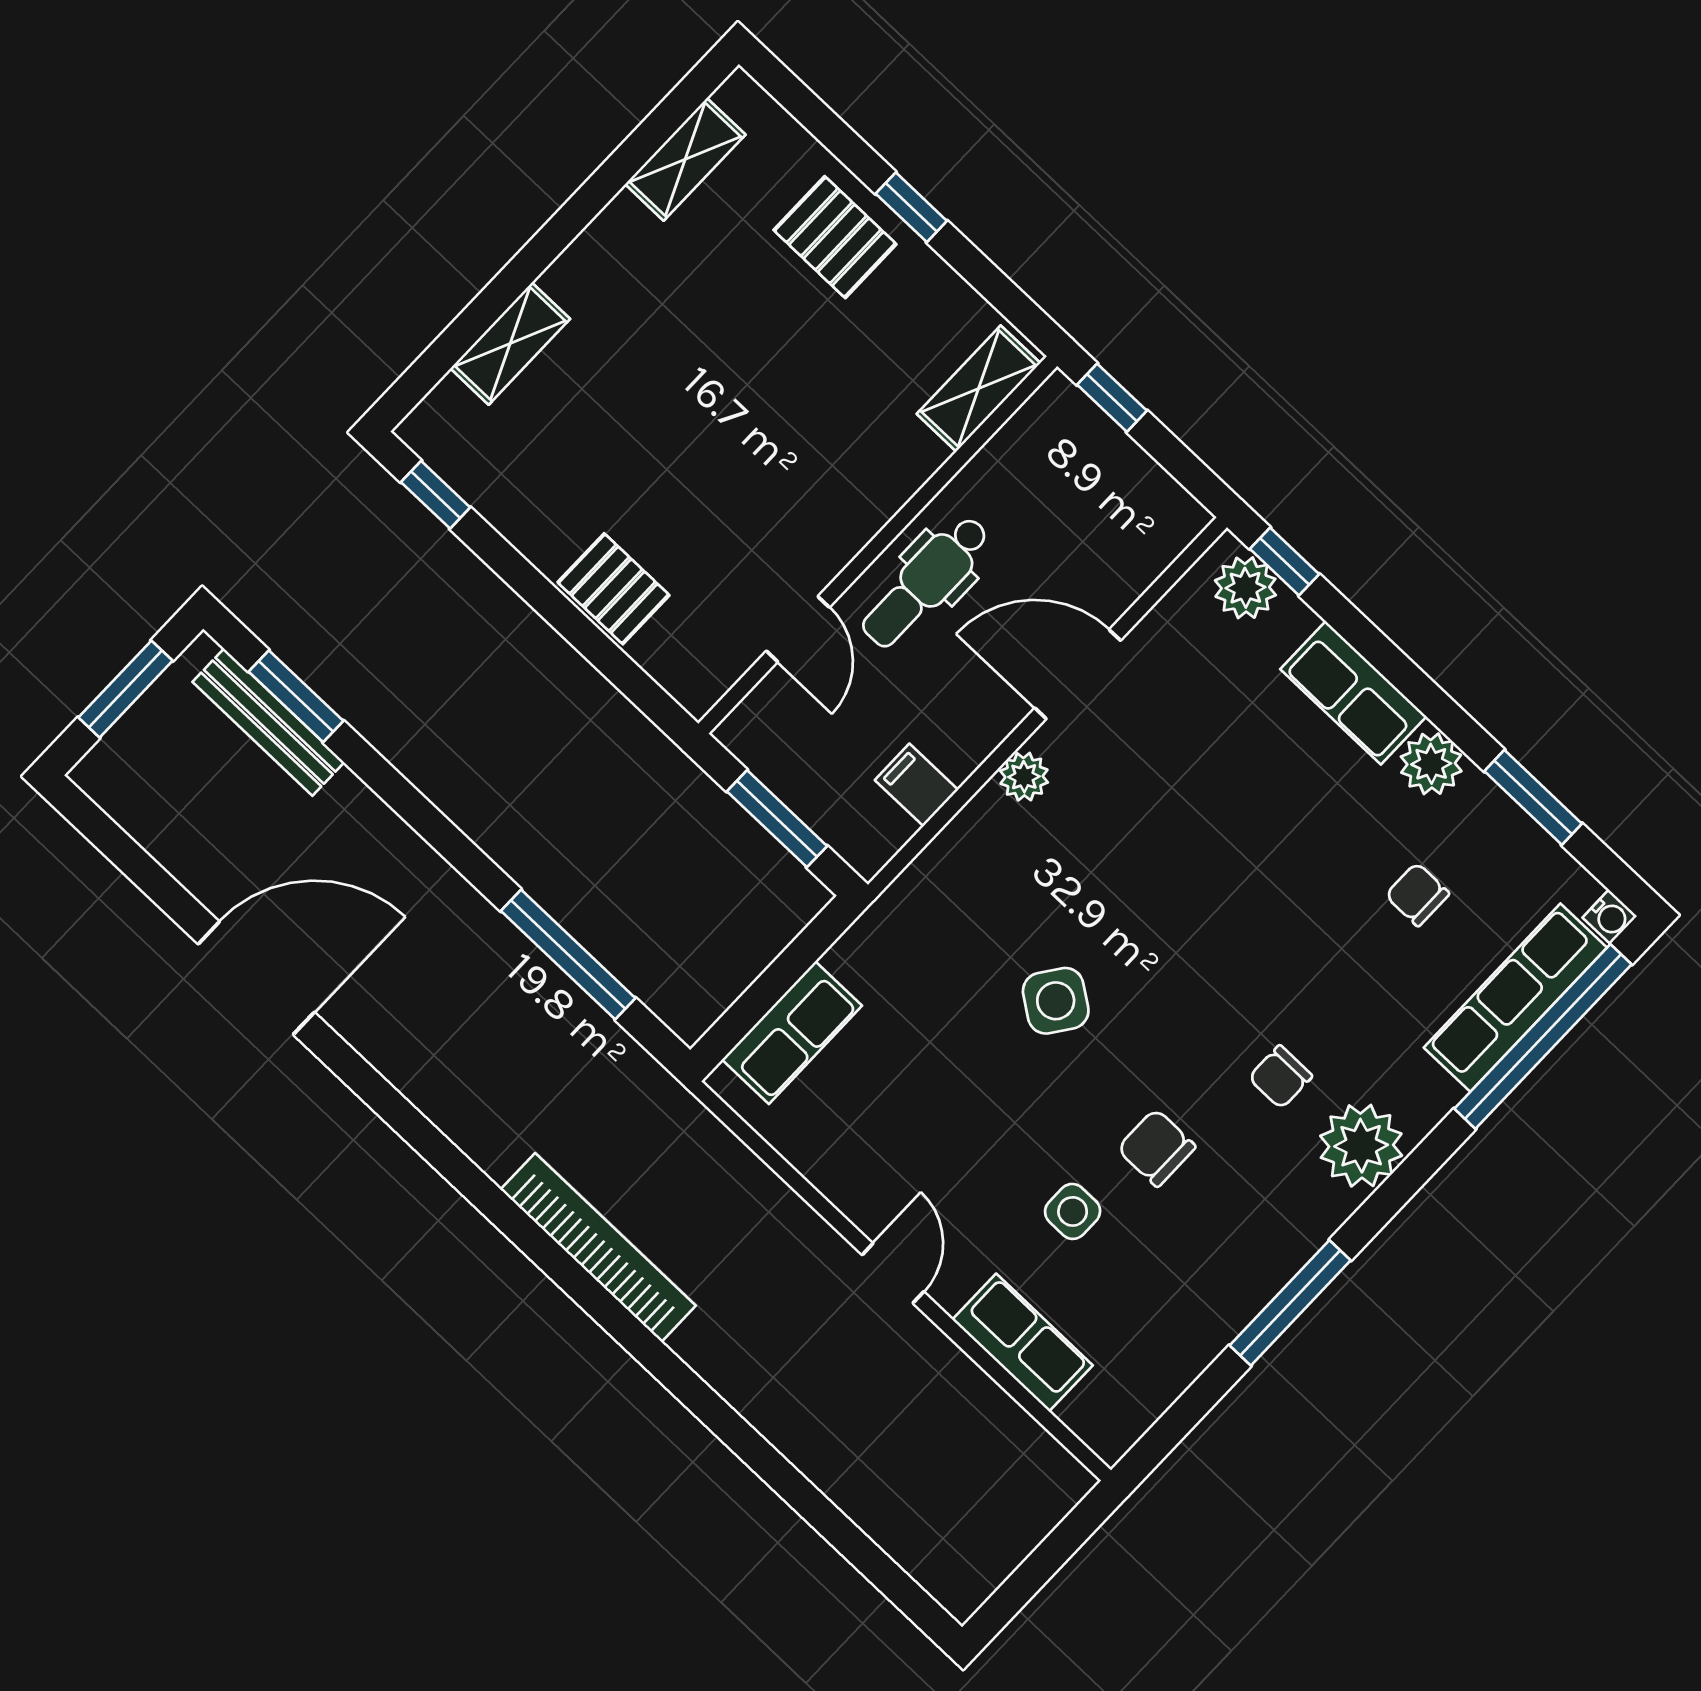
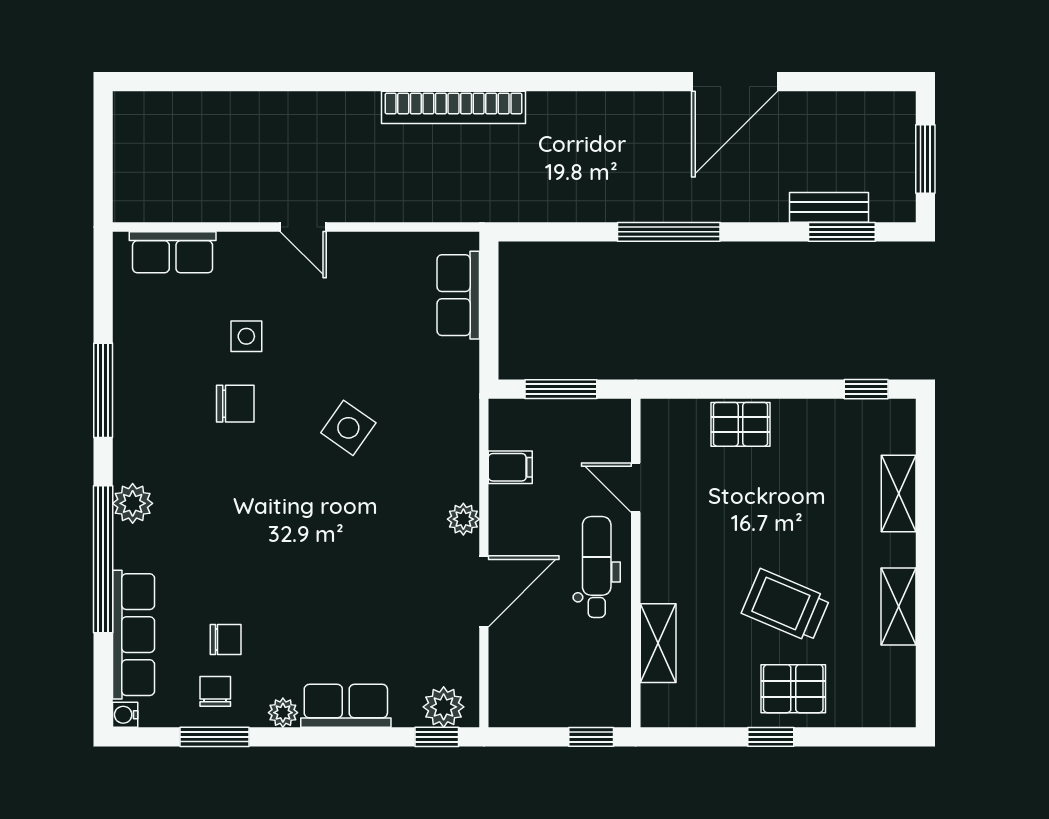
shelving: (685, 159) -> (899, 607), moved
trolley: (755, 338) -> (786, 606), added
shelving: (979, 389) -> (658, 643), moved
bench: (268, 722) -> (829, 207), width x0.73
plant: (1431, 764) -> (283, 713), width x0.73, depth x0.73
window: (568, 954) -> (669, 232), moved
window: (1543, 1036) -> (103, 559), moved
chair: (1280, 1077) -> (215, 691), moved
plant: (1361, 1146) -> (133, 503), width x0.73, depth x0.73
row of seats: (1023, 1342) -> (173, 252), moved

